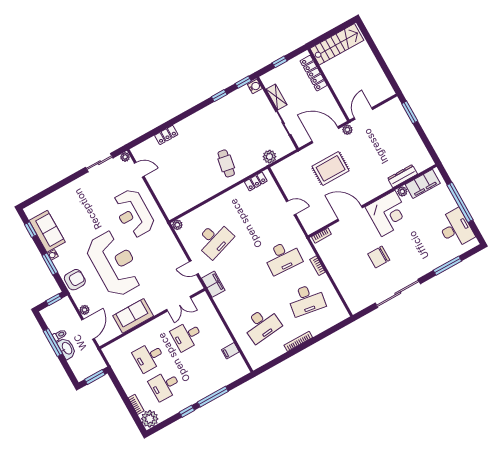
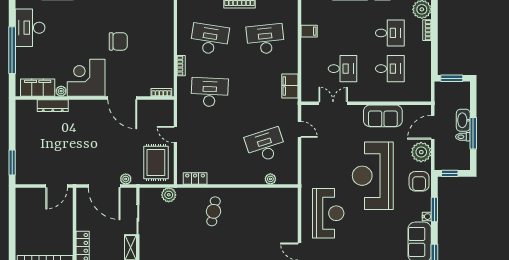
plant: (347, 130) -> (126, 179), moved
rug: (331, 168) -> (156, 163), moved, turned 90
plant: (177, 225) -> (270, 179), moved
armchair: (75, 280) -> (419, 181), turned -90
filing cabinet: (213, 284) -> (290, 86), moved
plant: (85, 310) -> (421, 152), width x1.88, depth x1.88

